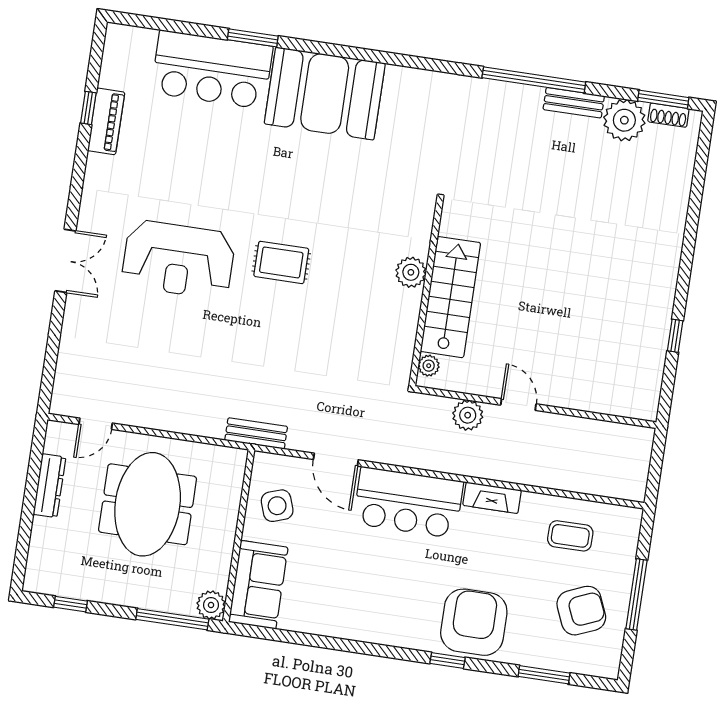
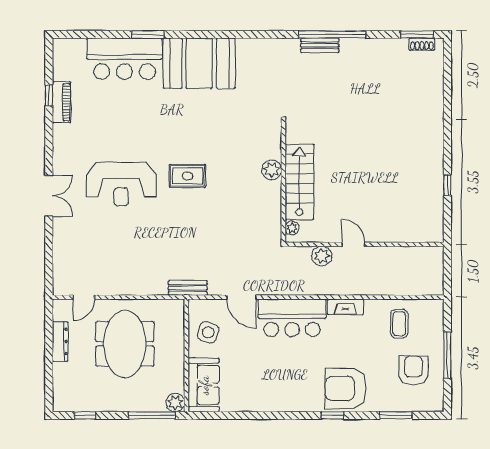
bench: (574, 103) -> (320, 45), moved
plant: (624, 120) -> (394, 52), removed
side table: (277, 506) -> (208, 332), turned 37
coffee table: (570, 536) -> (399, 324), turned 90
armchair: (581, 611) -> (413, 371), turned -67
armchair: (474, 622) -> (346, 388), turned -90

